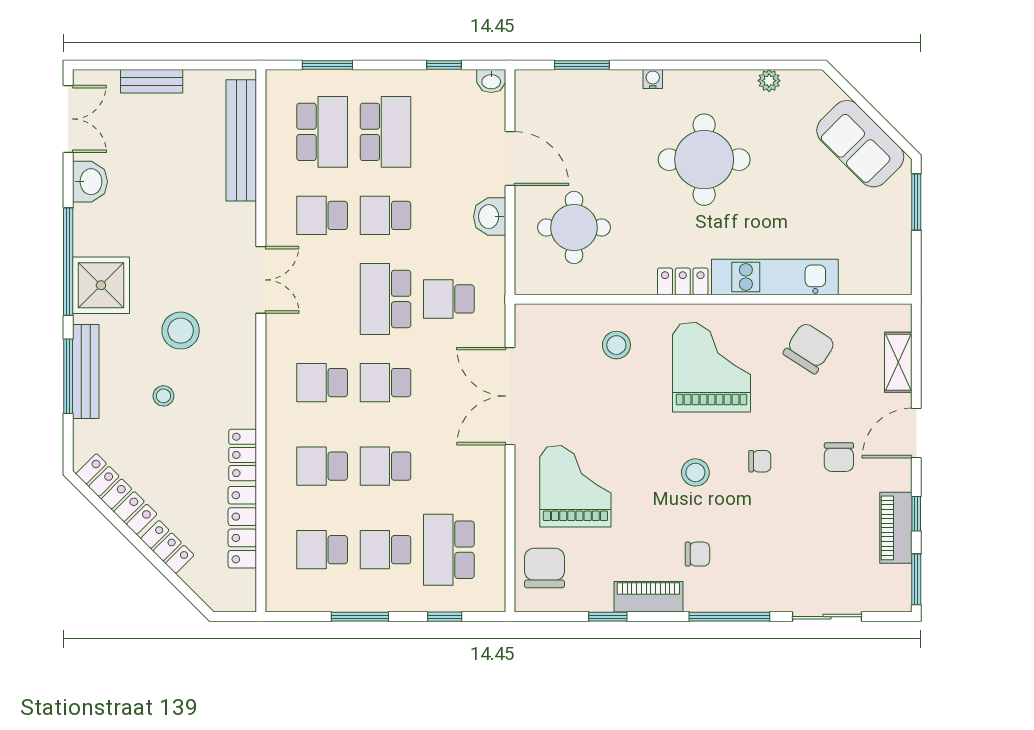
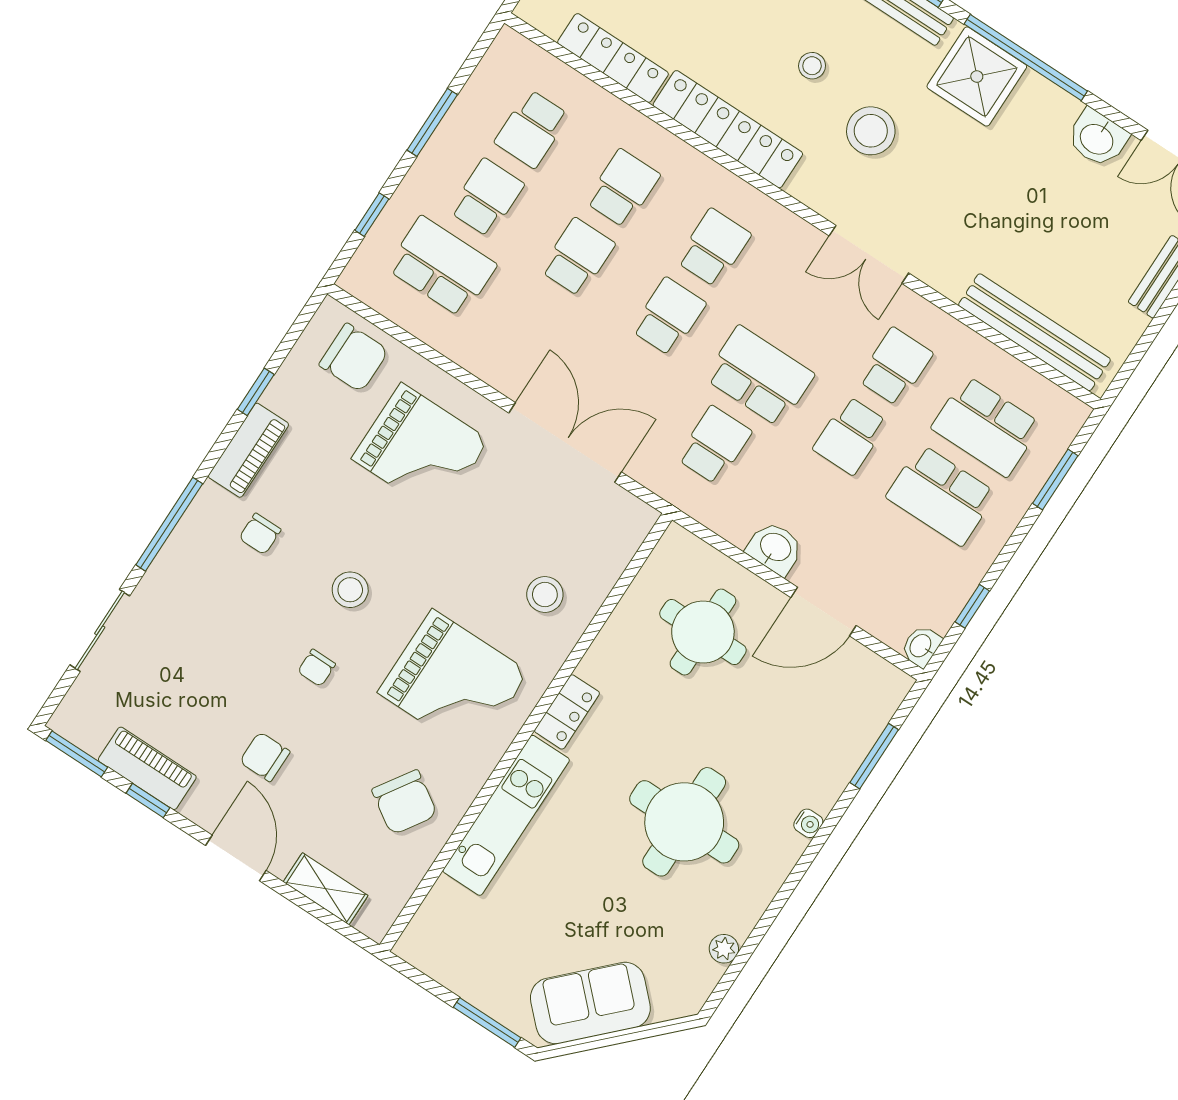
school desk: (385, 215) -> (850, 436), turned 180
locker: (243, 455) -> (728, 129), width x2.16, depth x1.21
school desk: (322, 550) -> (532, 129), turned 180

